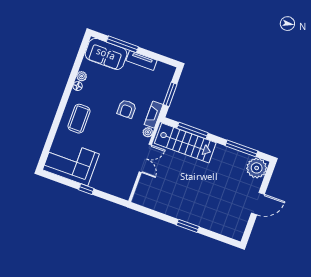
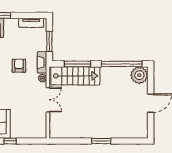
tv unit: (141, 60) -> (31, 23), moved
armchair: (127, 109) -> (19, 66), turned 180
window: (241, 148) -> (122, 64), width x1.46

